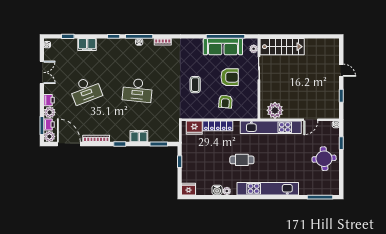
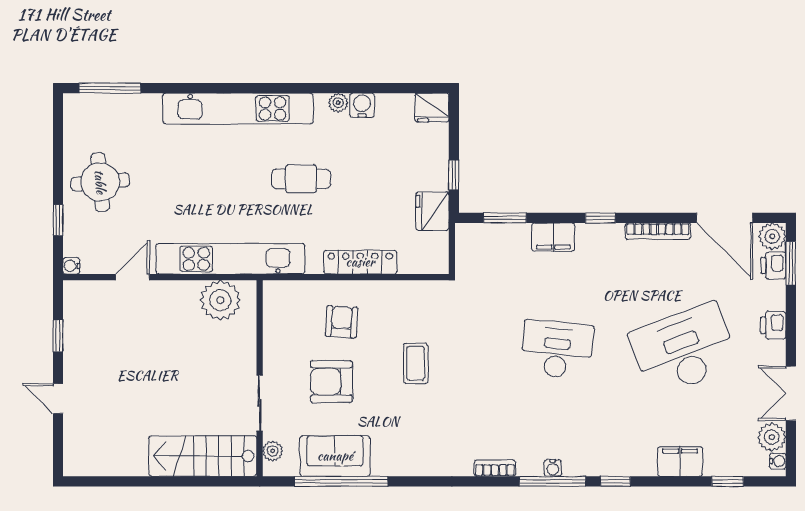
sofa: (223, 47) -> (335, 456), width x0.73
desk: (86, 90) -> (684, 350), width x1.36, depth x1.30
plant: (50, 112) -> (772, 437), moved
fridge: (194, 128) -> (432, 211), moved, turned -90

